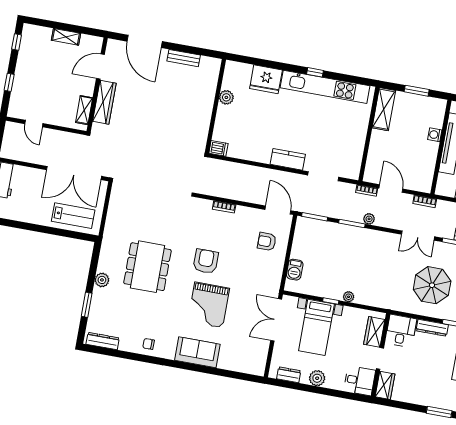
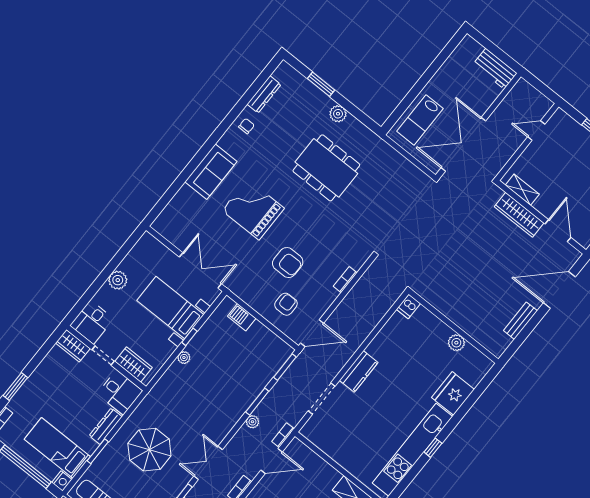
armchair: (206, 261) -> (288, 263), moved
dresser: (103, 341) -> (264, 94), moved
dresser: (289, 375) -> (137, 253), removed

